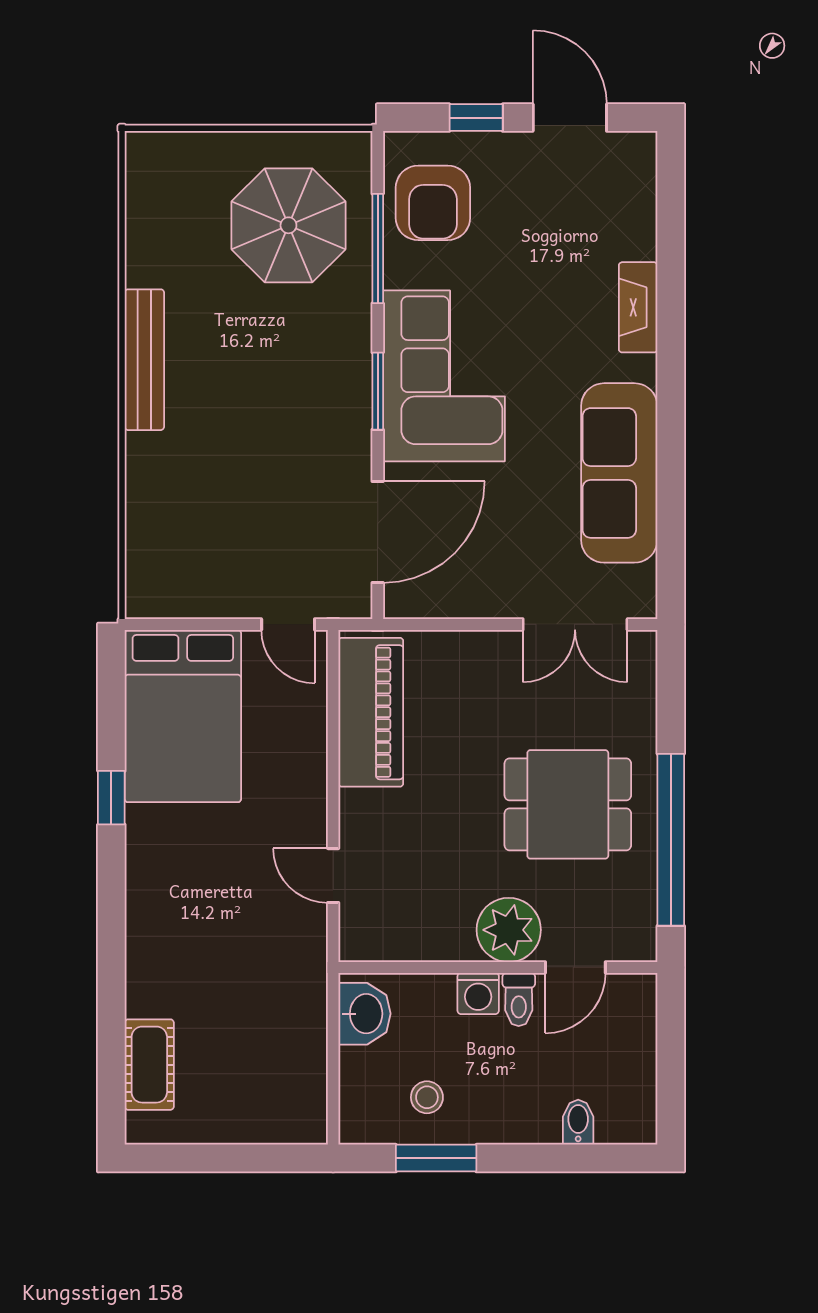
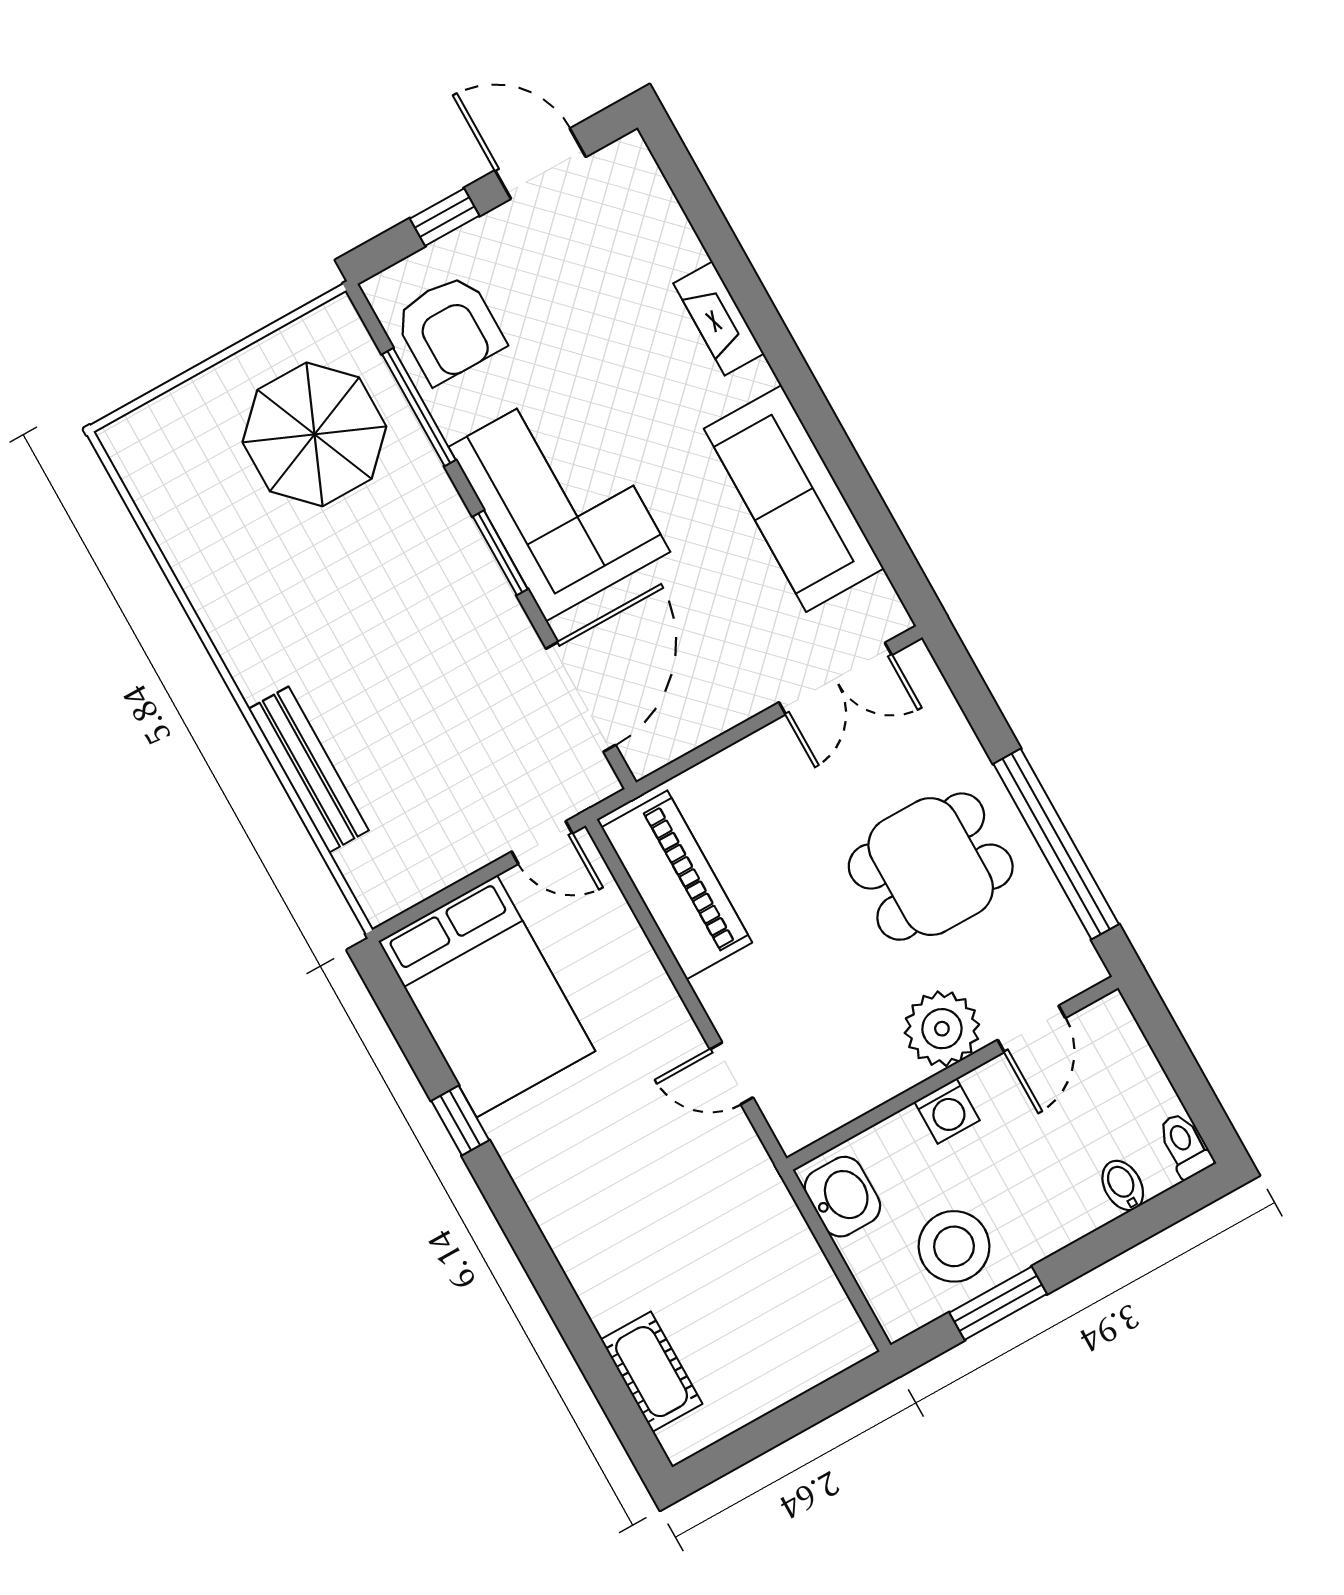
bench: (144, 360) -> (309, 770), moved
toilet: (519, 999) -> (1185, 1145), moved, turned 180
stool: (427, 1097) -> (954, 1246), width x1.89, depth x1.89

